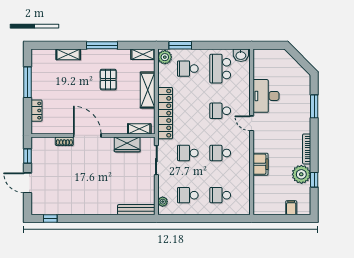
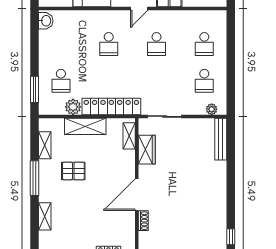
shelving: (143, 54) -> (45, 145), moved
plant: (165, 57) -> (73, 107), moved
school desk: (220, 69) -> (61, 44), removed
door: (252, 123) -> (139, 8), moved
school desk: (188, 153) -> (156, 81), removed

